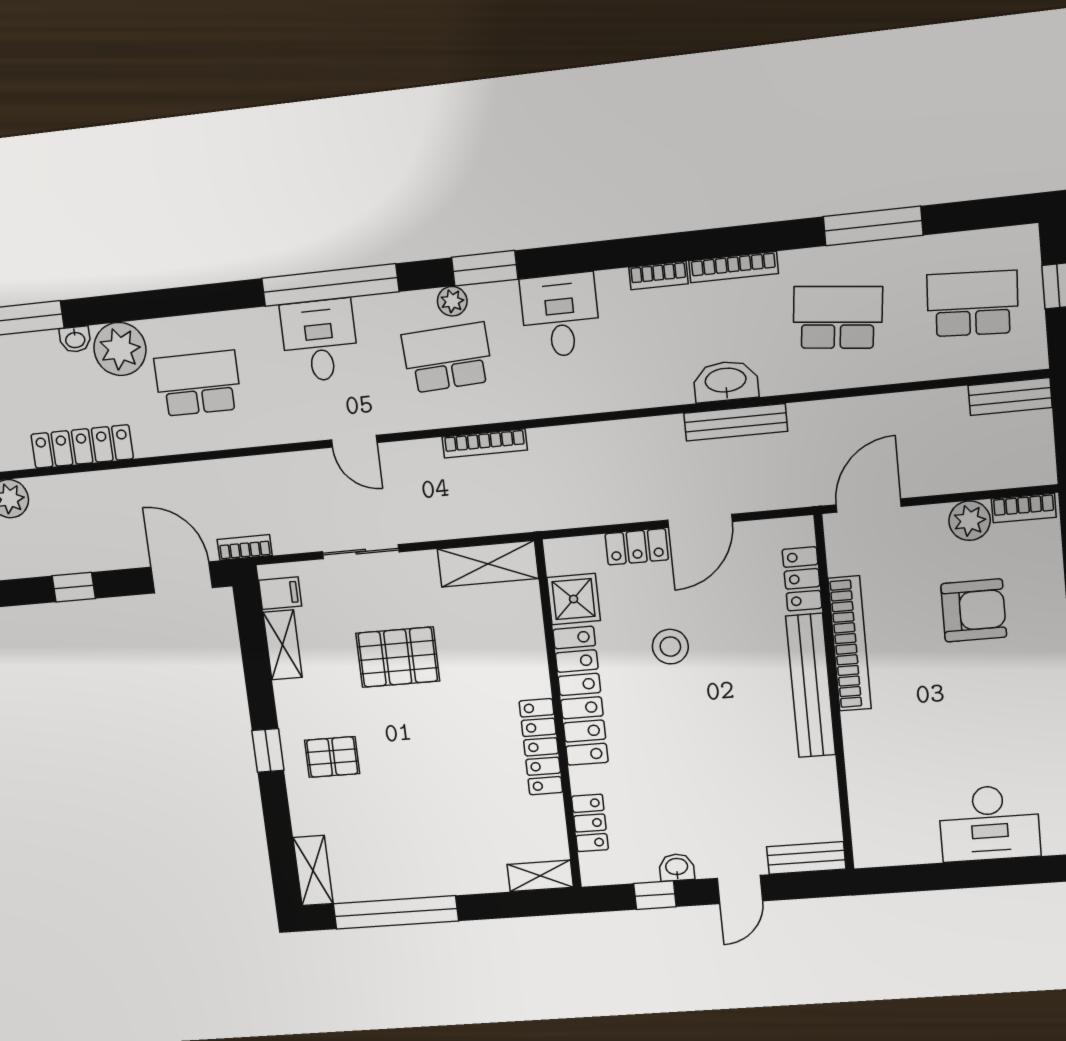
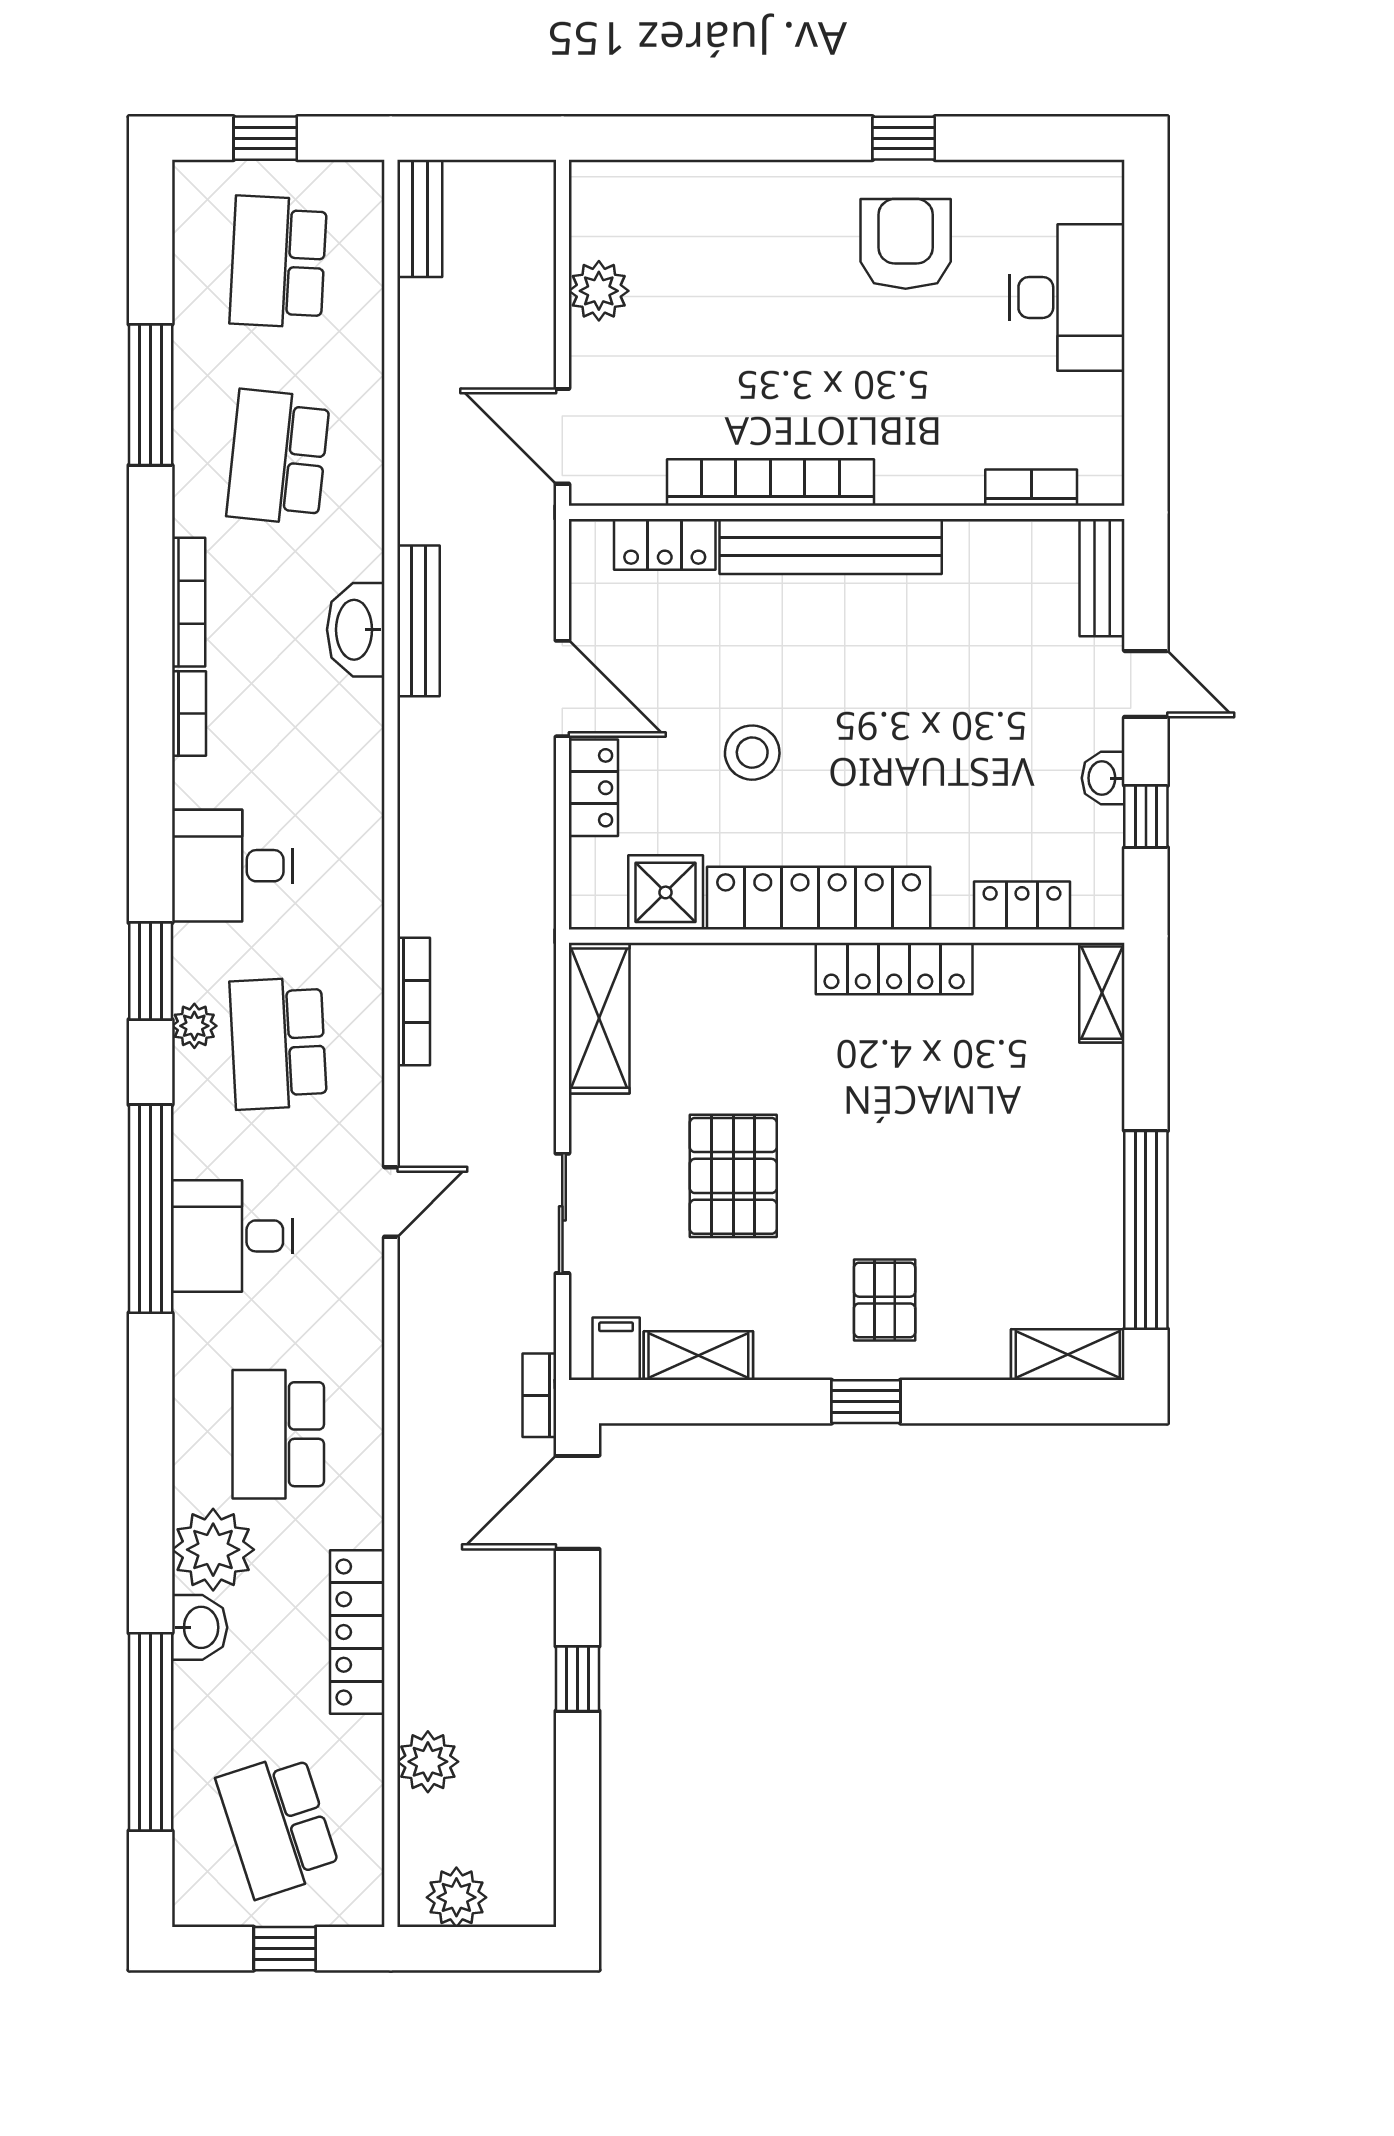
washbasin: (75, 339) -> (200, 1627), width x1.38, depth x1.45
bookcase: (1024, 508) -> (1031, 488), moved, turned -90
armchair: (974, 610) -> (906, 244), moved

